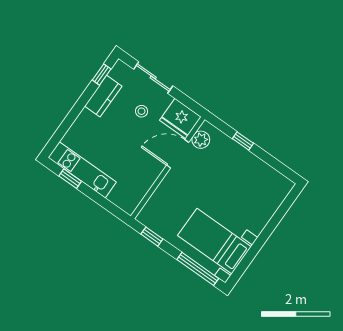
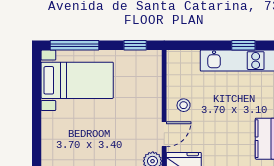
stool: (142, 111) -> (184, 105), moved
door: (178, 154) -> (164, 134), width x0.73

